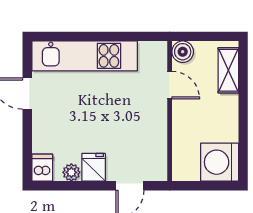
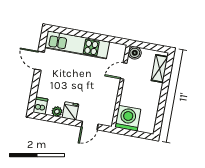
door: (170, 85) -> (124, 71), swing flipped
washing machine: (220, 162) -> (128, 118), moved, turned 90

